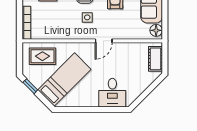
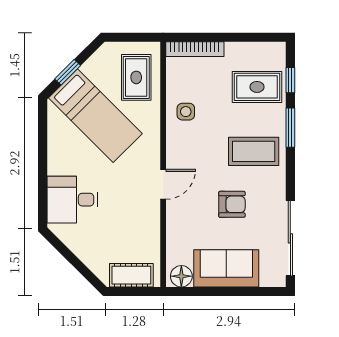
side table: (87, 17) -> (186, 112), moved
door: (104, 41) -> (163, 184), swing flipped
window: (30, 86) -> (68, 72), moved

